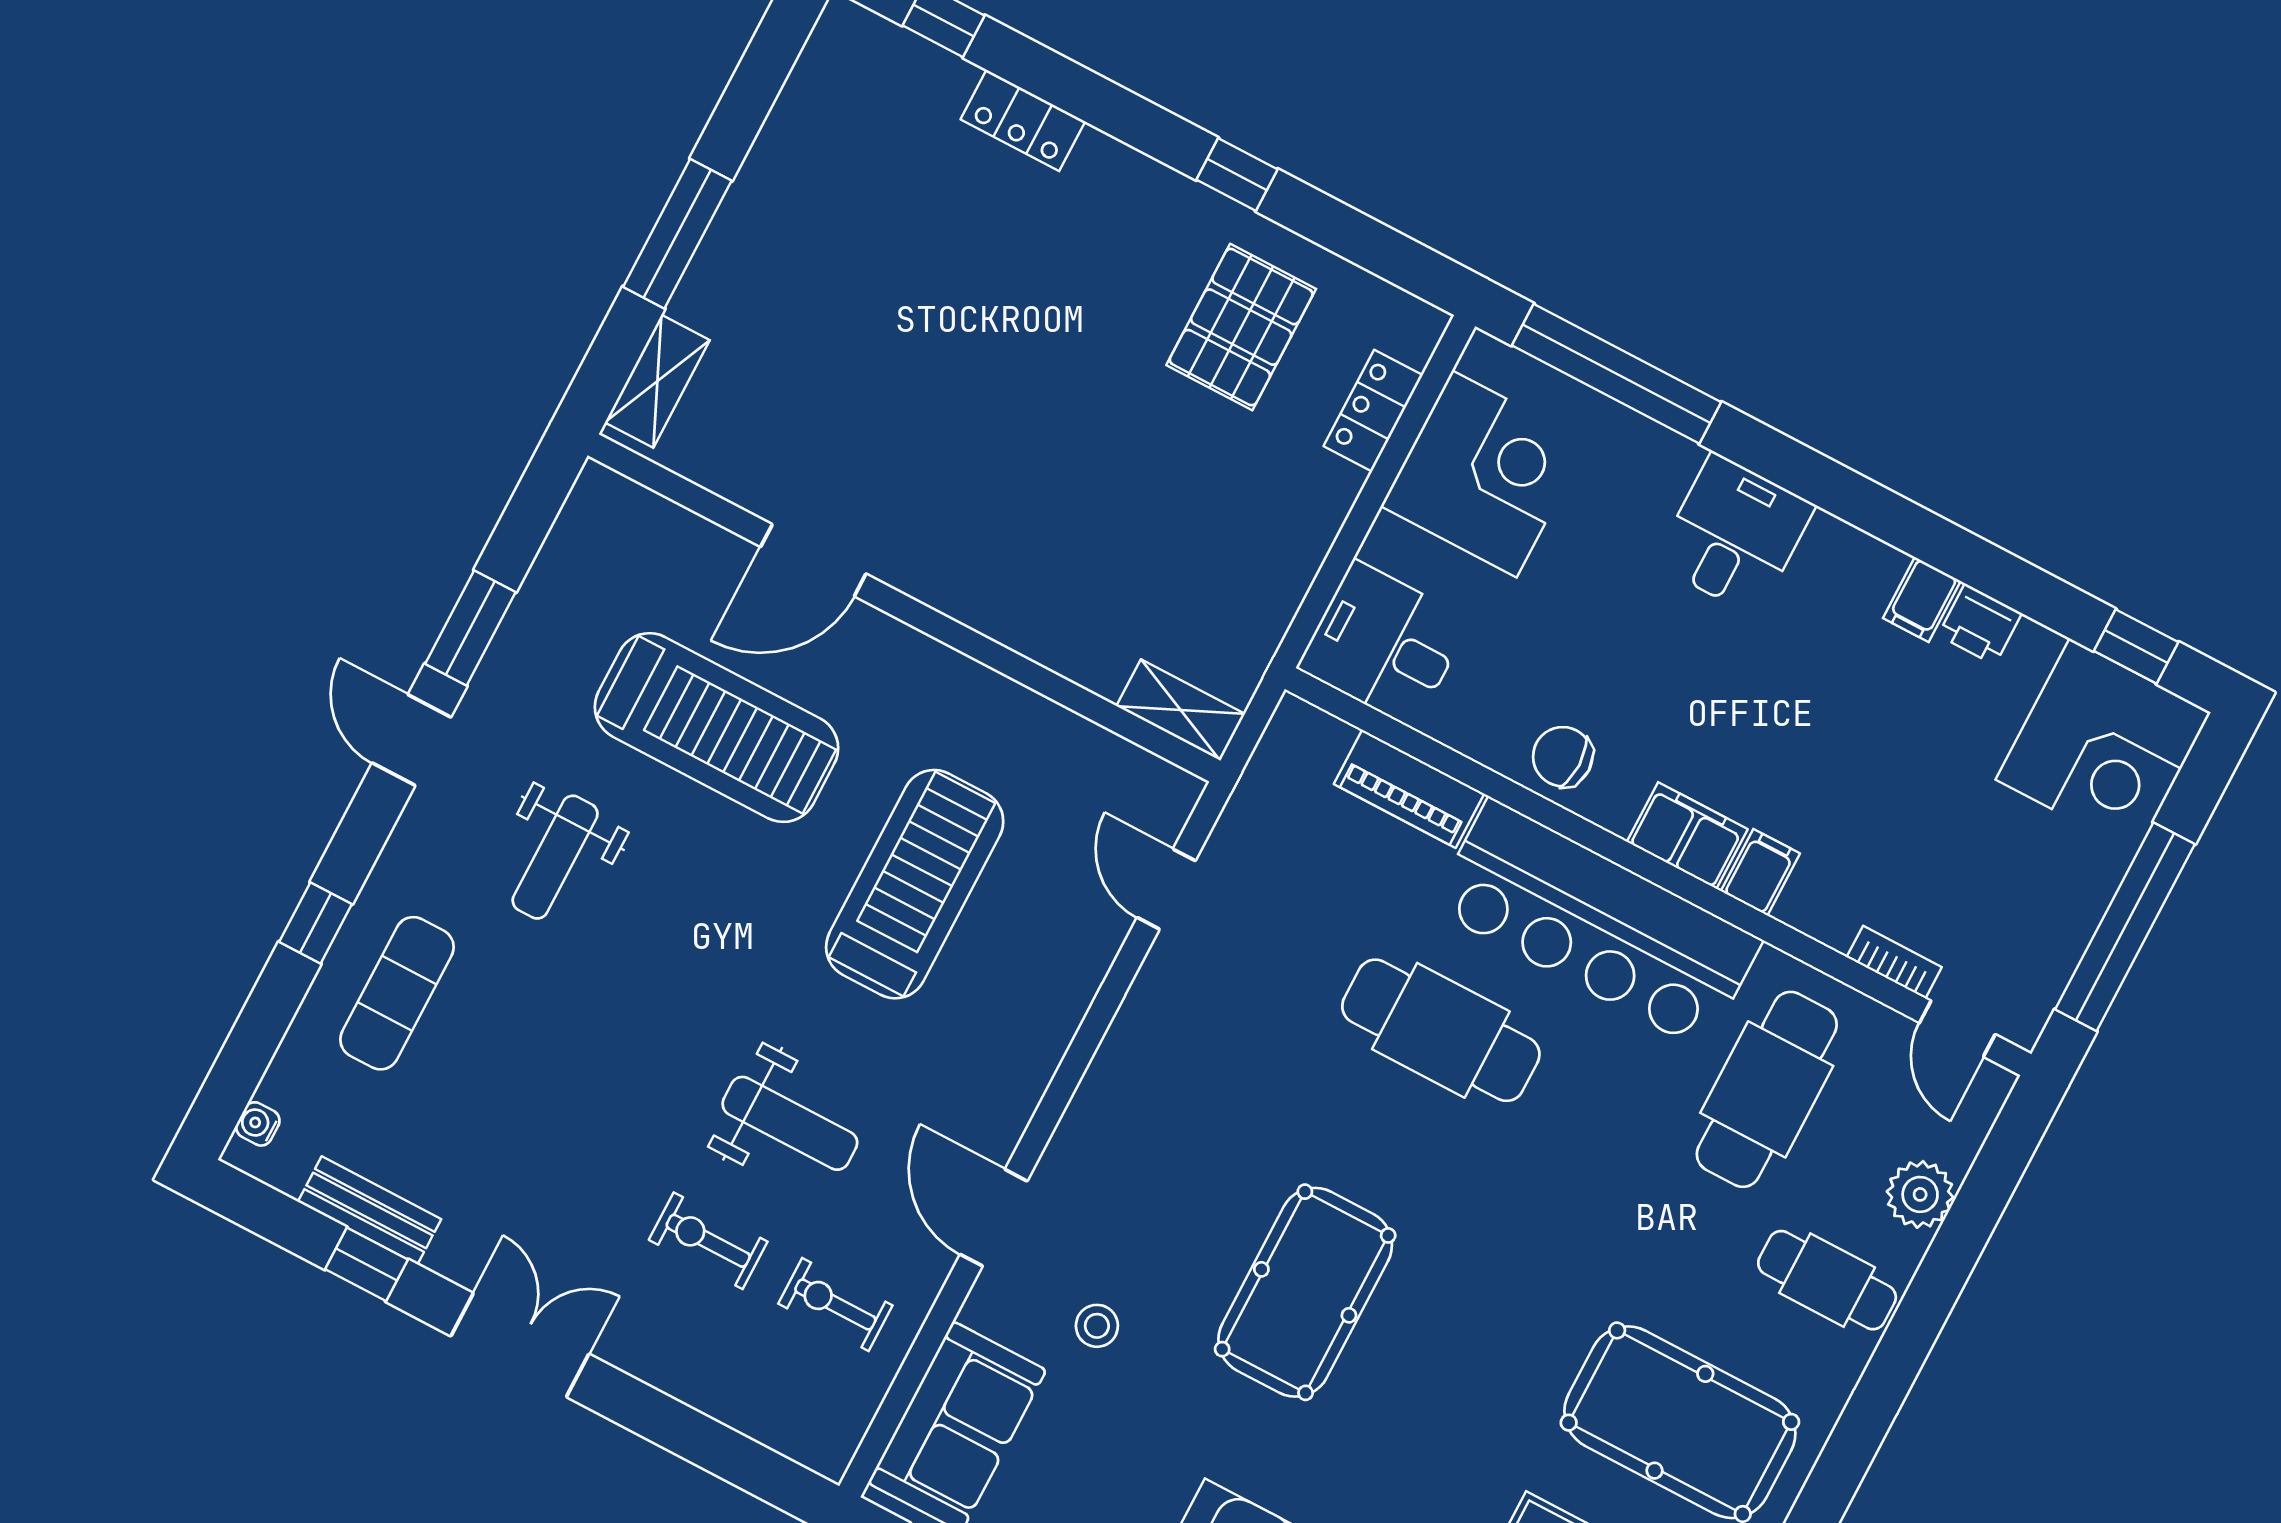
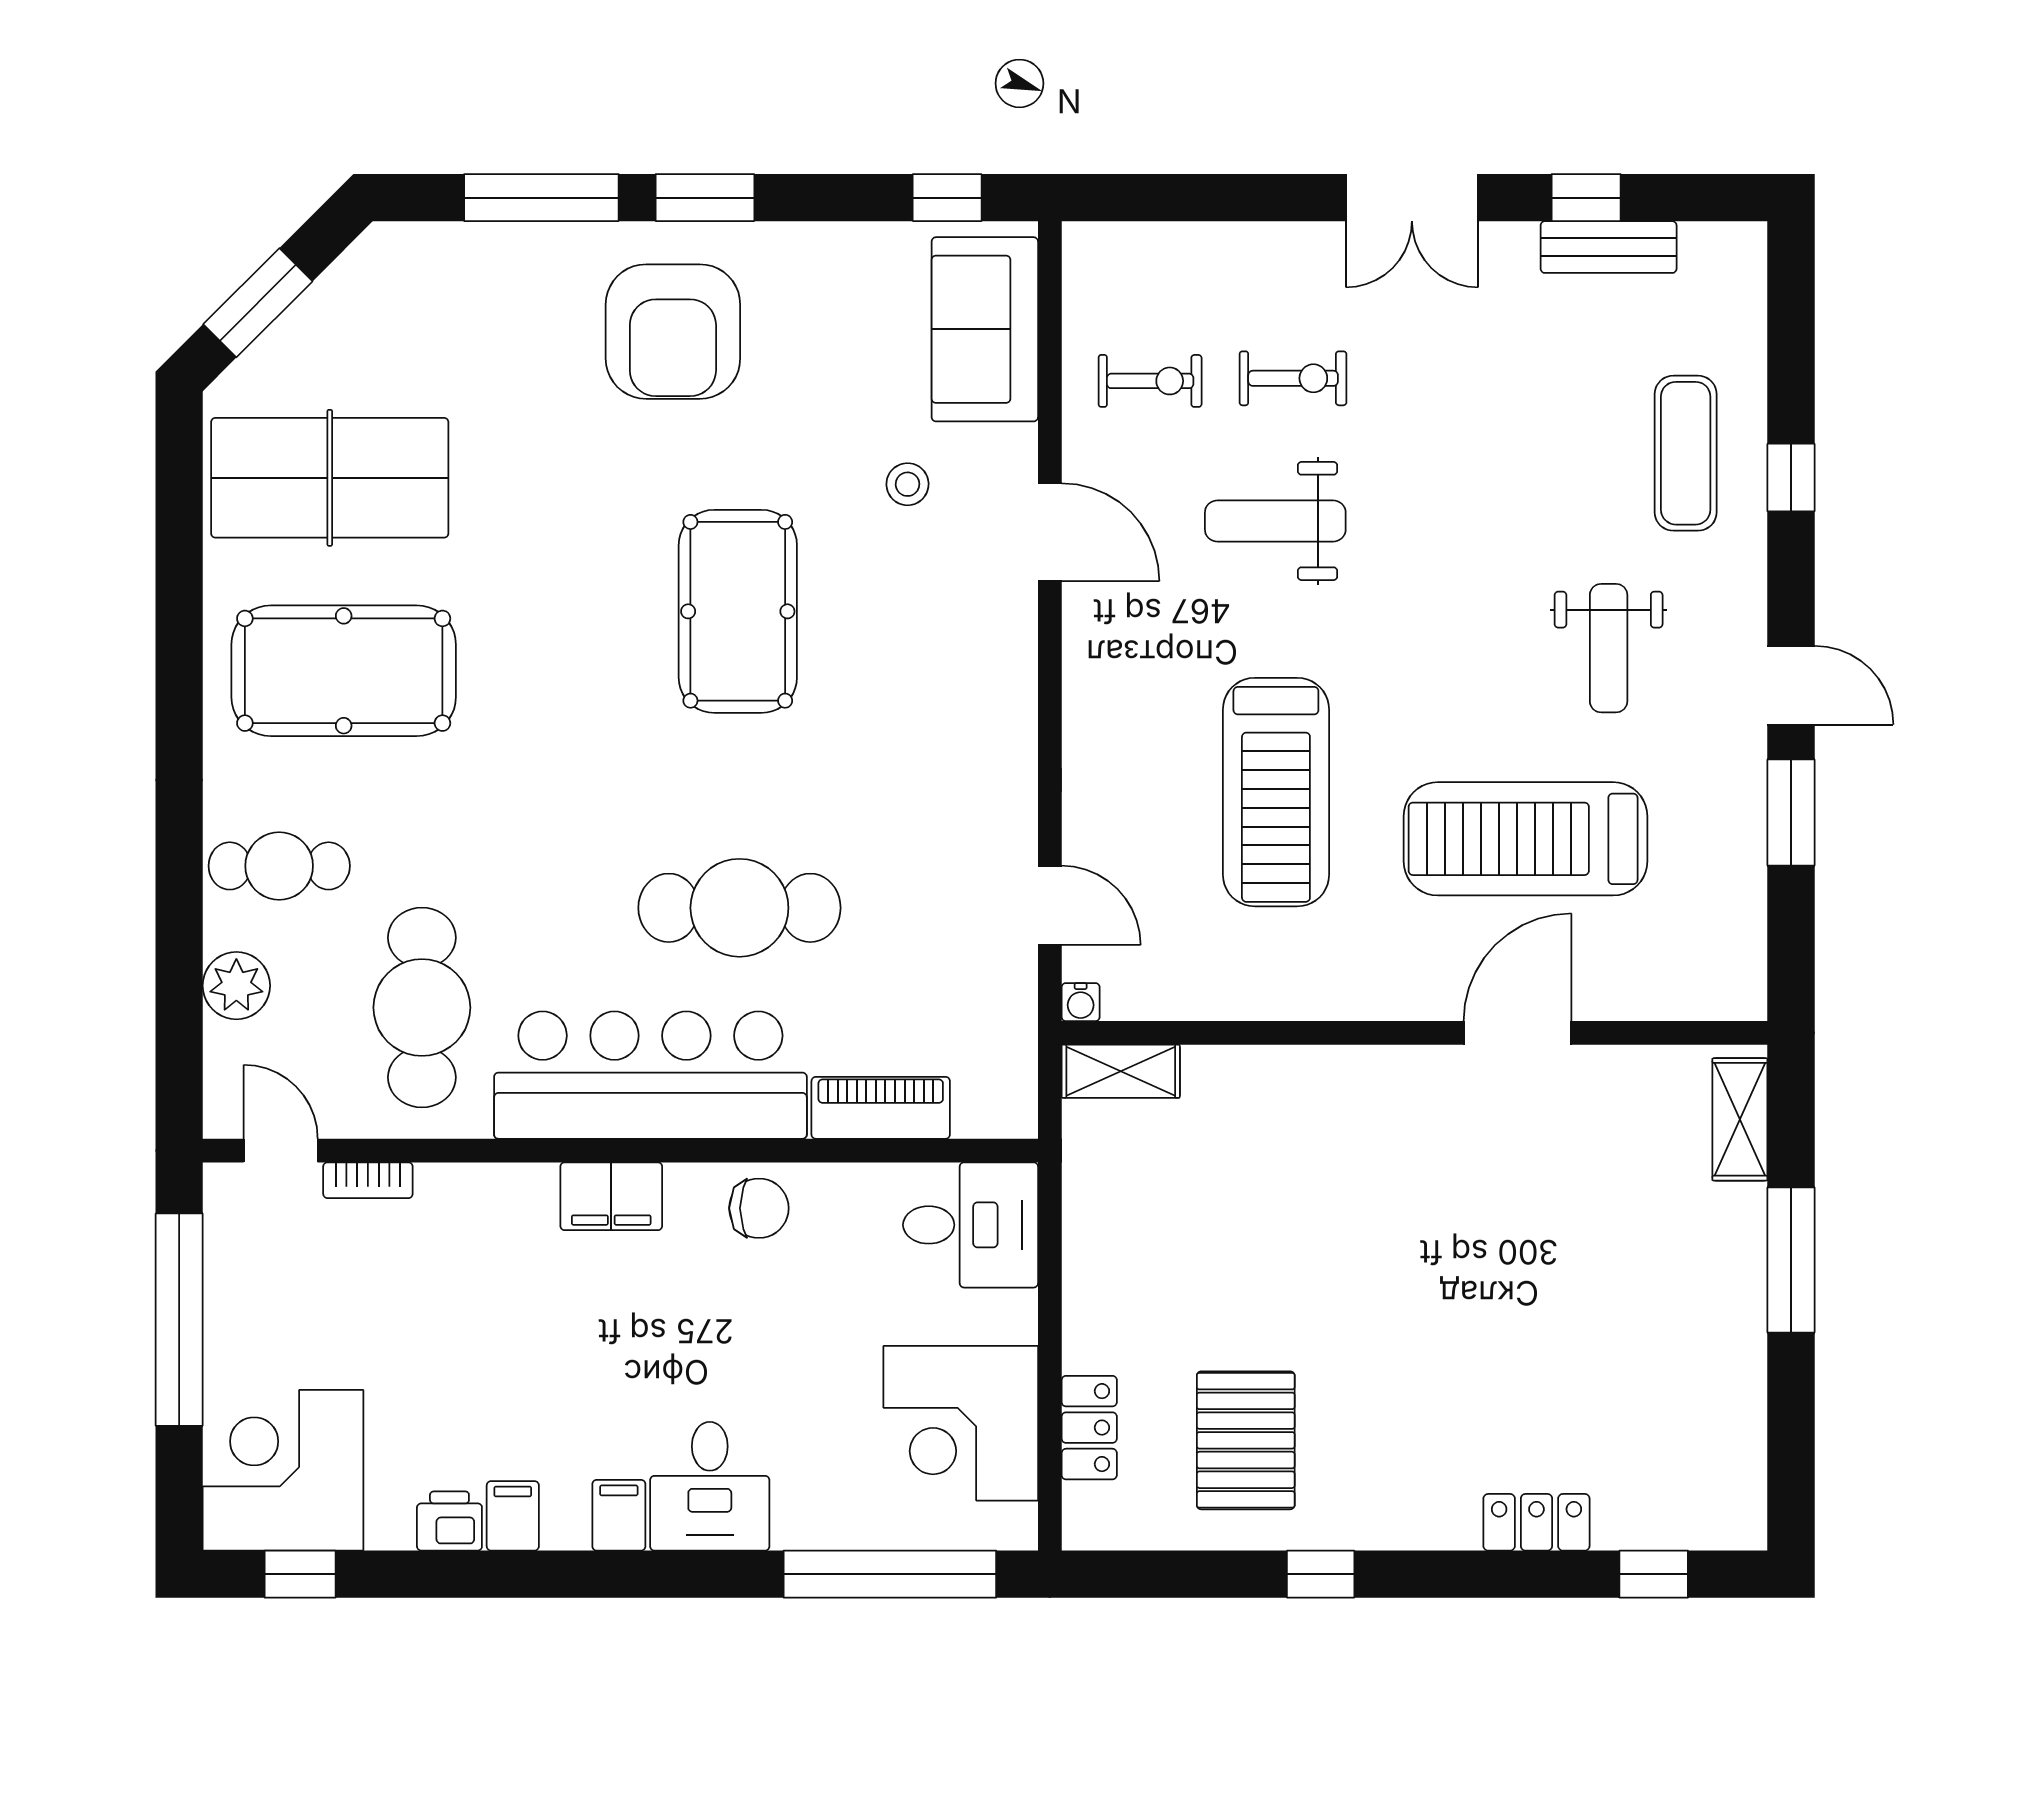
weight bench: (555, 857) -> (1609, 648), turned 180
filing cabinet: (1760, 872) -> (619, 1515), moved, turned 180
water cooler: (258, 1124) -> (1081, 1002), moved, turned 90

